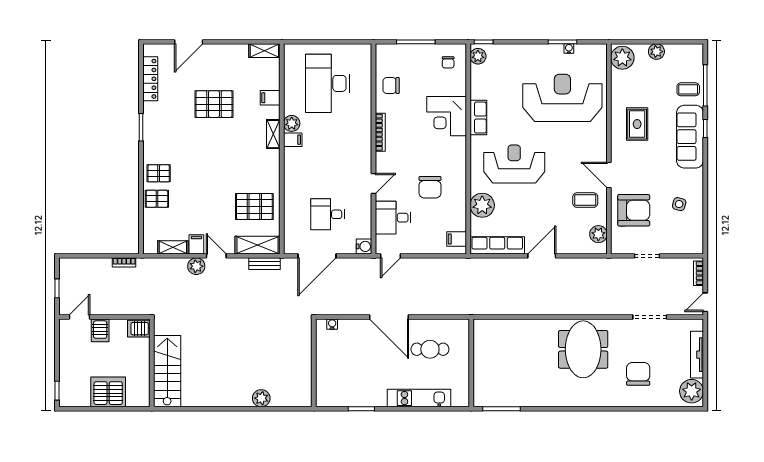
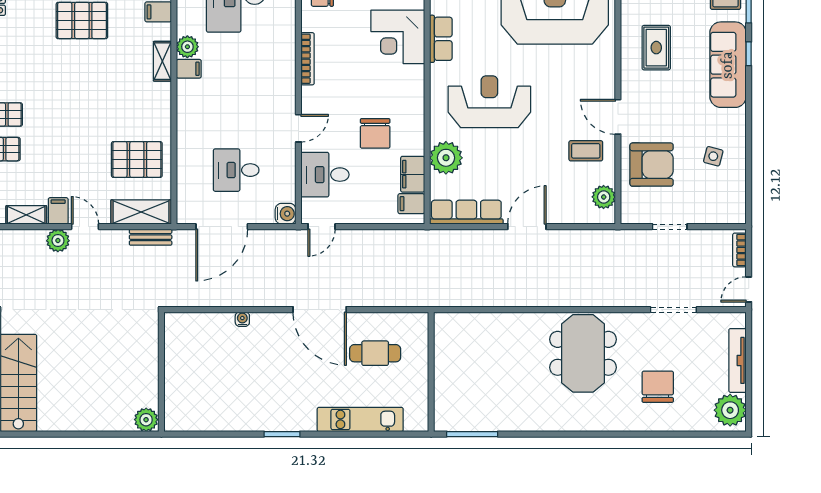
filing cabinet: (458, 217) -> (413, 174), added
wall: (314, 363) -> (161, 372), moved

